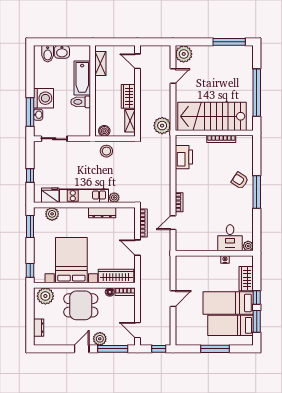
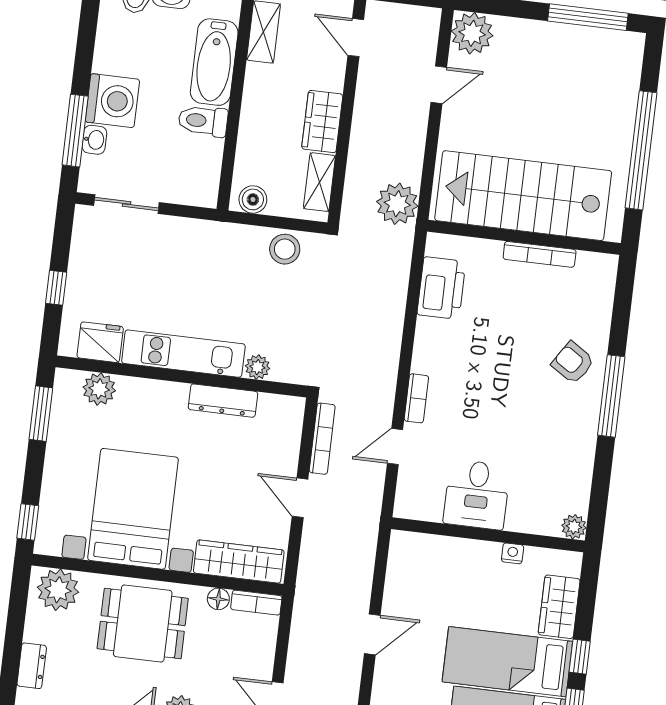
stool: (106, 151) -> (285, 249), moved
desk: (230, 238) -> (477, 495), moved

